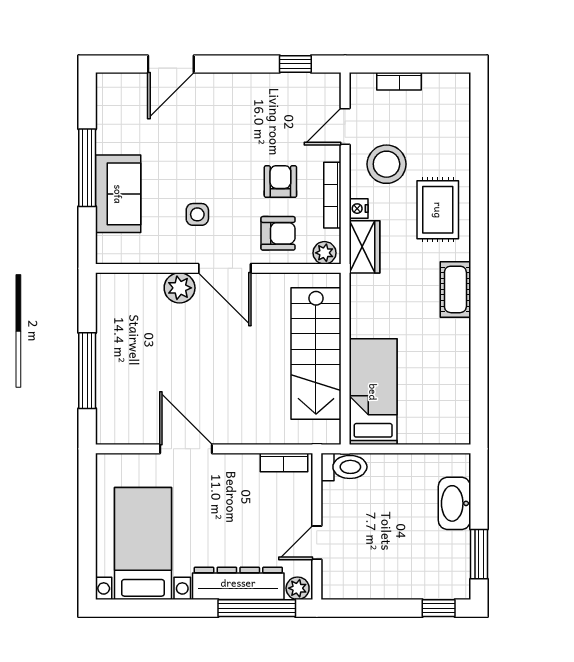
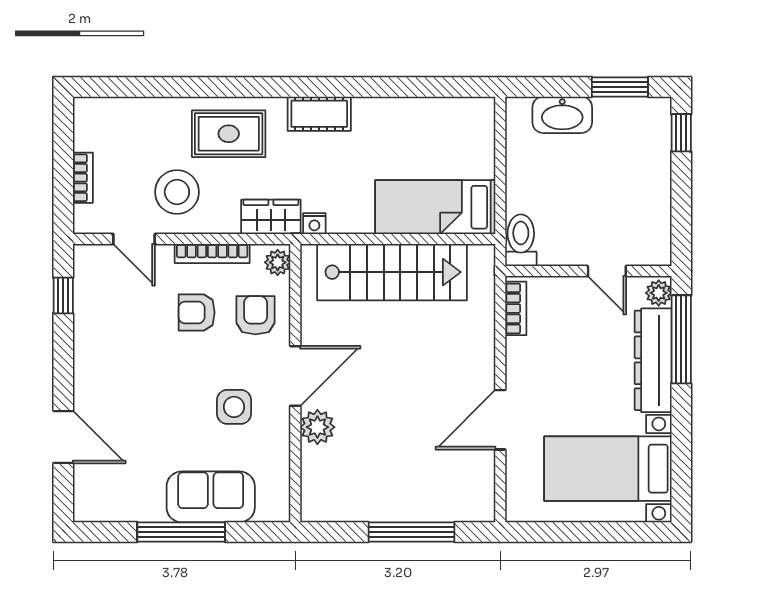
nightstand: (359, 209) -> (314, 224), moved
side table: (197, 214) -> (234, 407), width x1.37, depth x1.37

